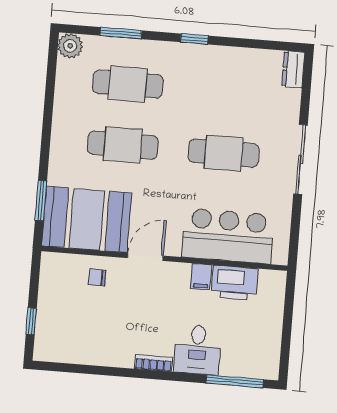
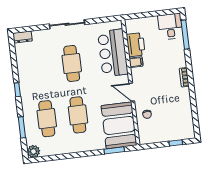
desk: (197, 350) -> (170, 26), moved, turned -90

